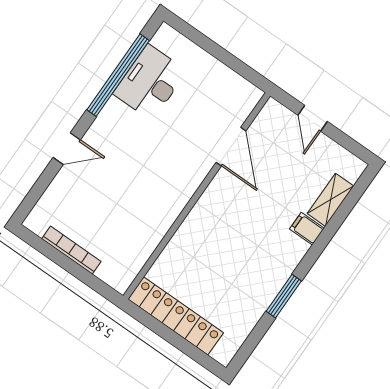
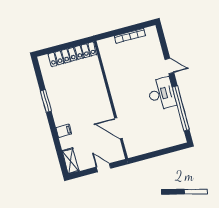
desk: (150, 82) -> (162, 94), moved
door: (67, 149) -> (169, 66), swing flipped
shelving: (330, 200) -> (70, 161), moved

